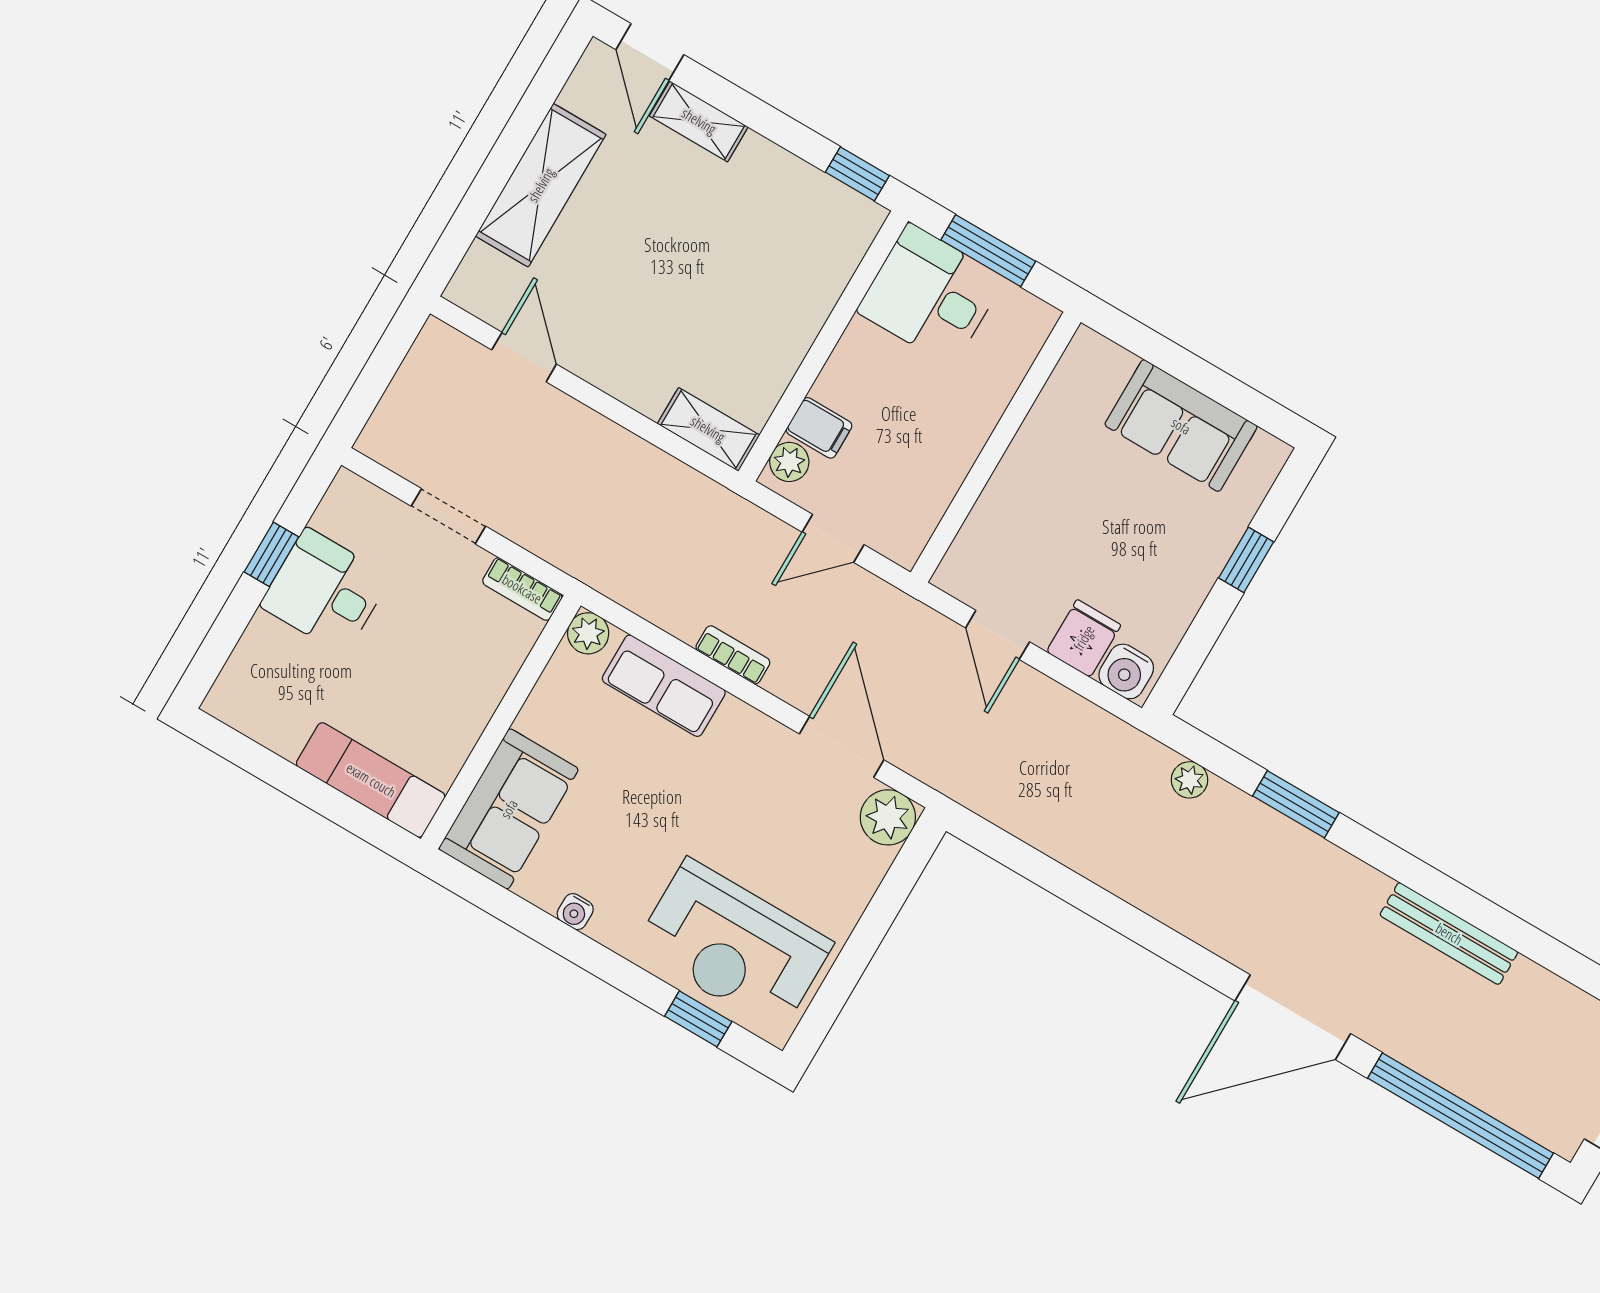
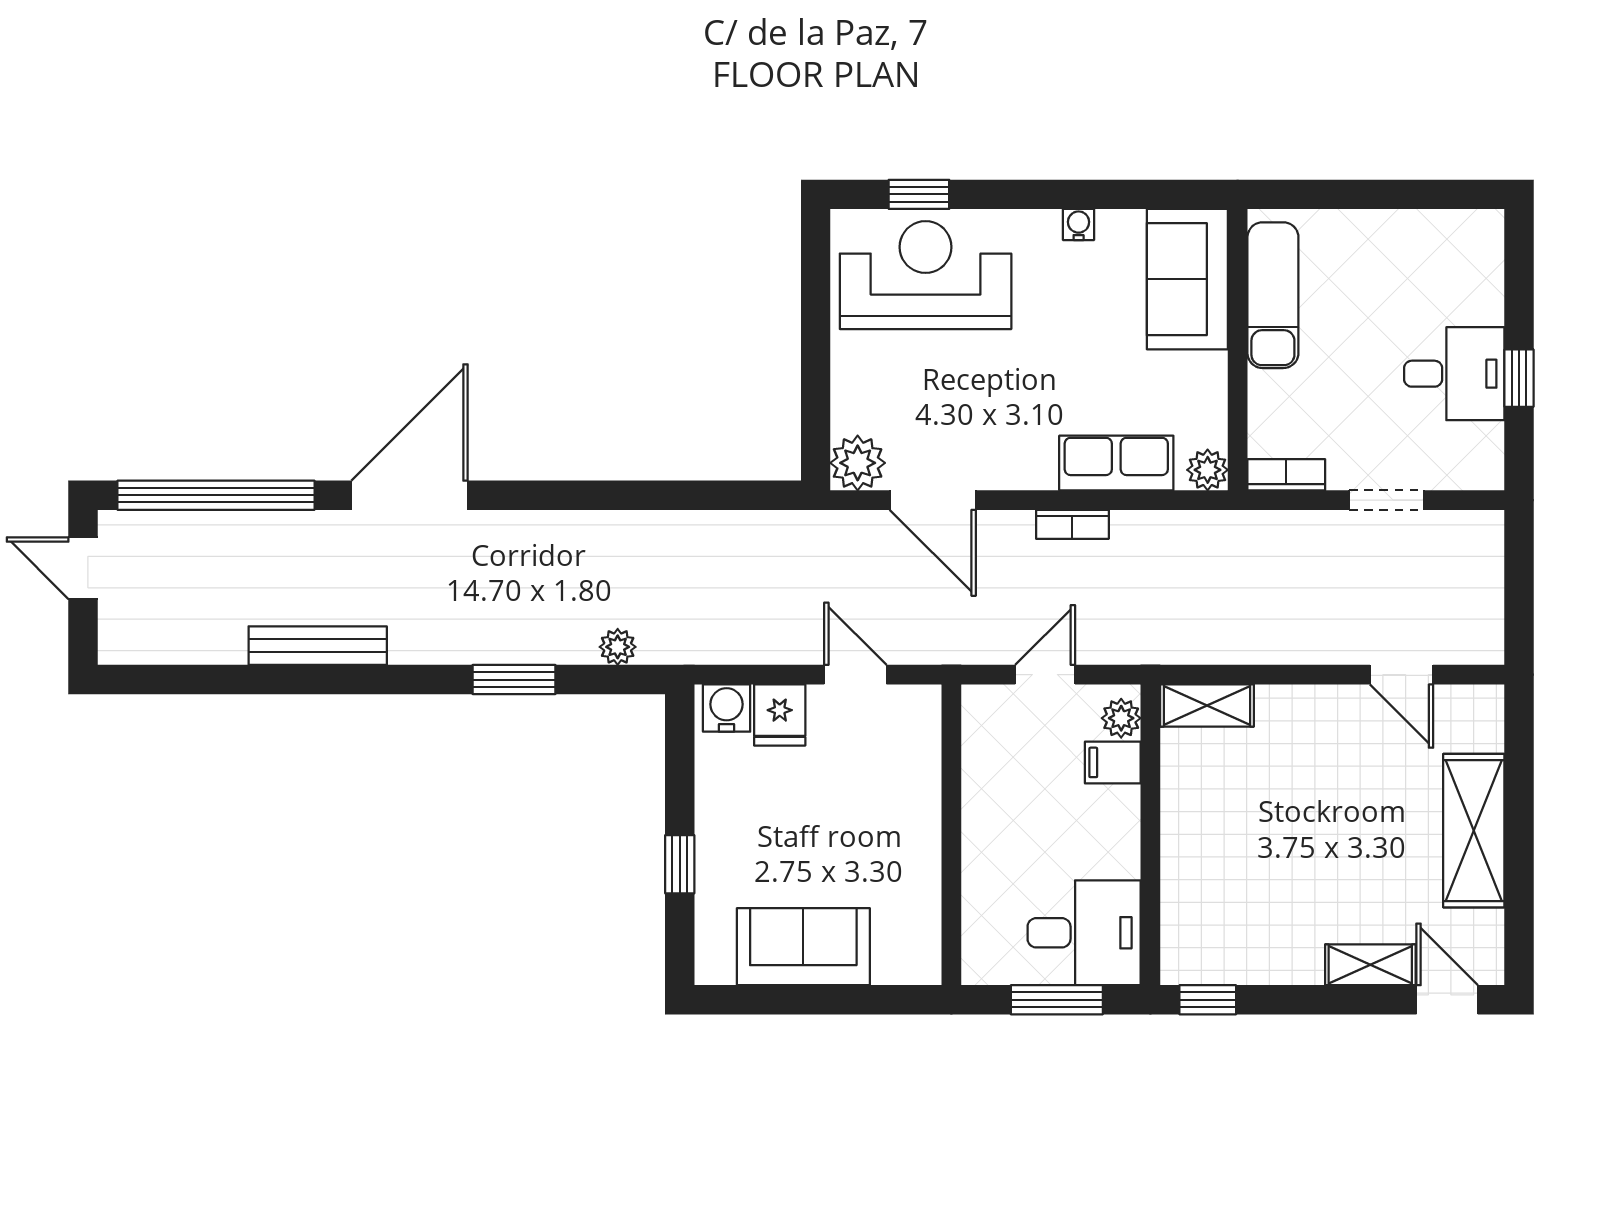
exam couch: (371, 780) -> (1273, 295), moved, turned -90

